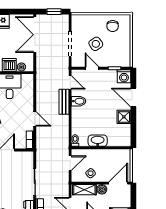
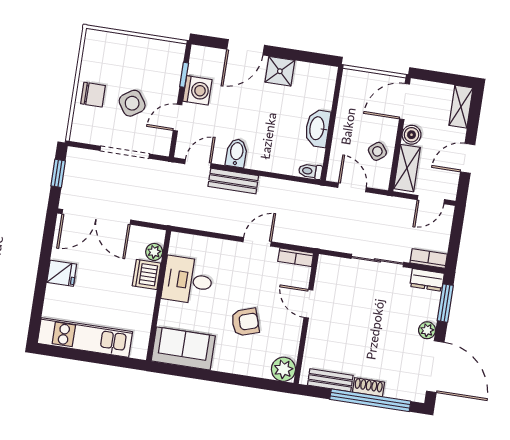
chair: (113, 26) -> (93, 95), moved
washing machine: (124, 76) -> (197, 90), moved
door: (118, 183) -> (404, 101), hinge flipped

